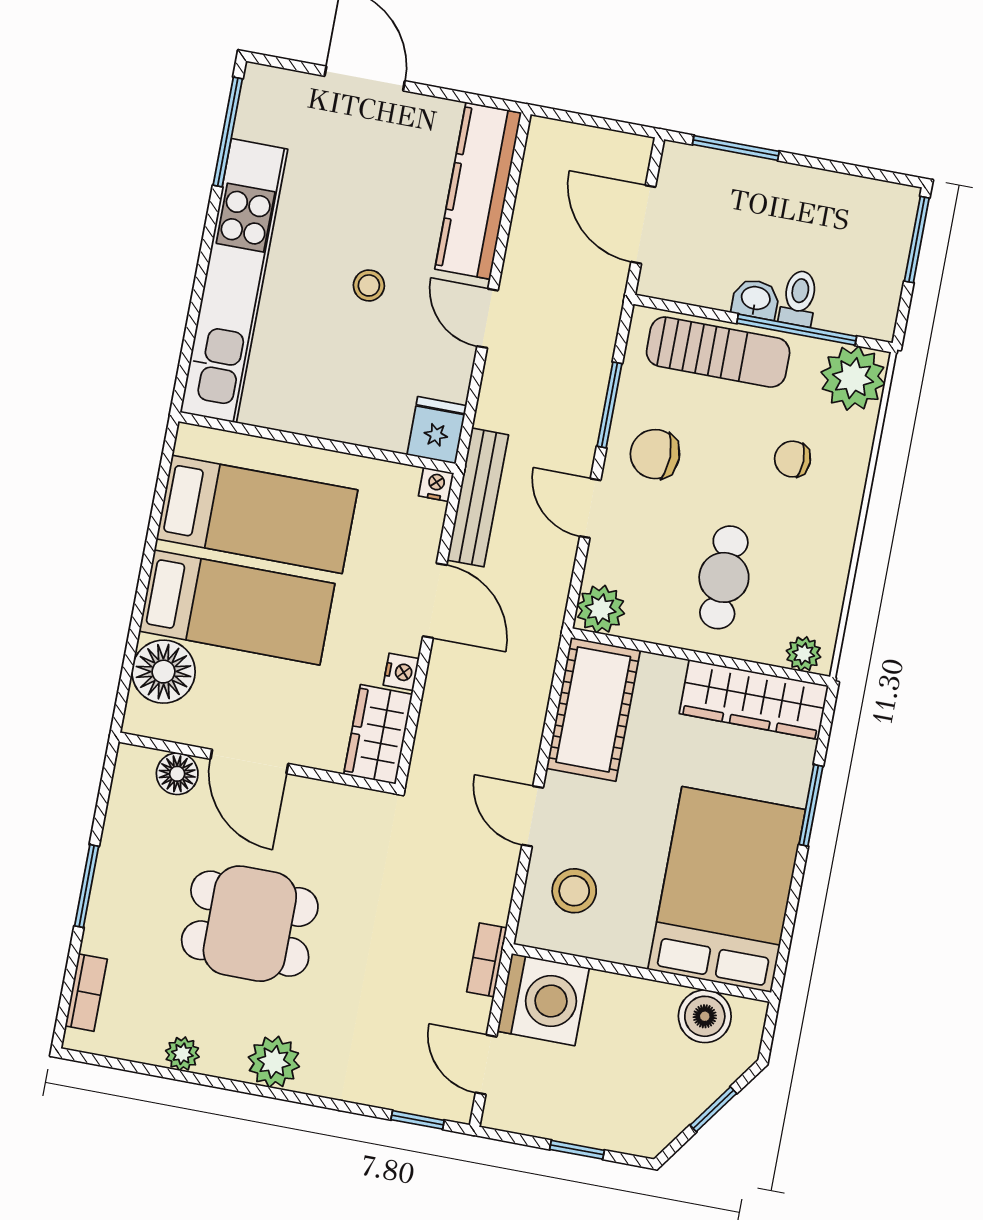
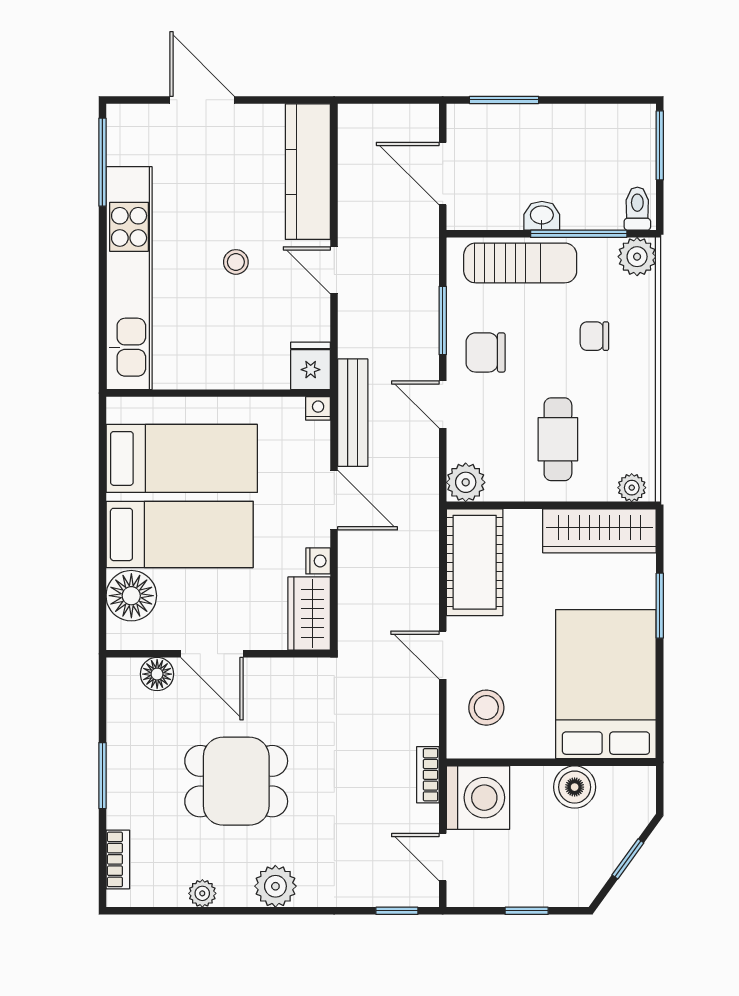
toilet: (799, 298) -> (637, 209), moved
plant: (853, 378) -> (637, 257), width x0.73, depth x0.73
boiler: (705, 1016) -> (575, 787), moved

